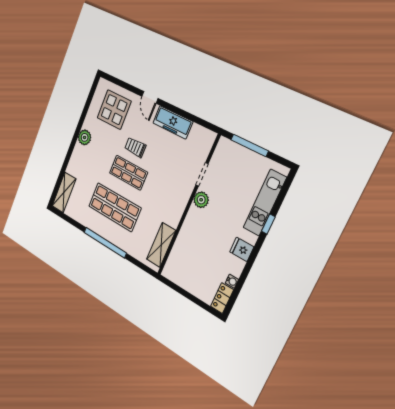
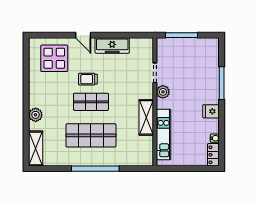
plant: (85, 137) -> (36, 115), moved
kitchen unit: (265, 203) -> (163, 135), moved, turned 180
window: (268, 224) -> (222, 83), width x2.17
shelving: (161, 245) -> (146, 117), moved

